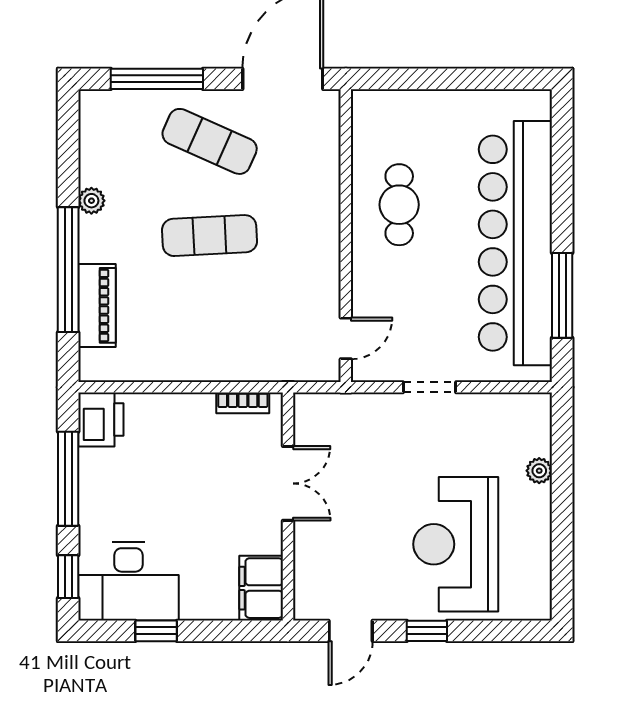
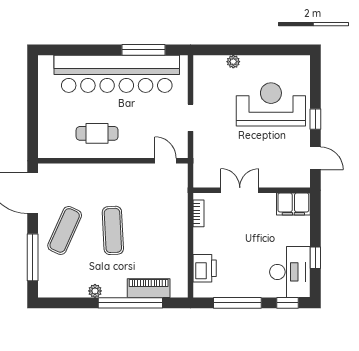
printer: (101, 420) -> (205, 268), moved, turned 90
reception desk: (456, 544) -> (271, 104), turned 180

